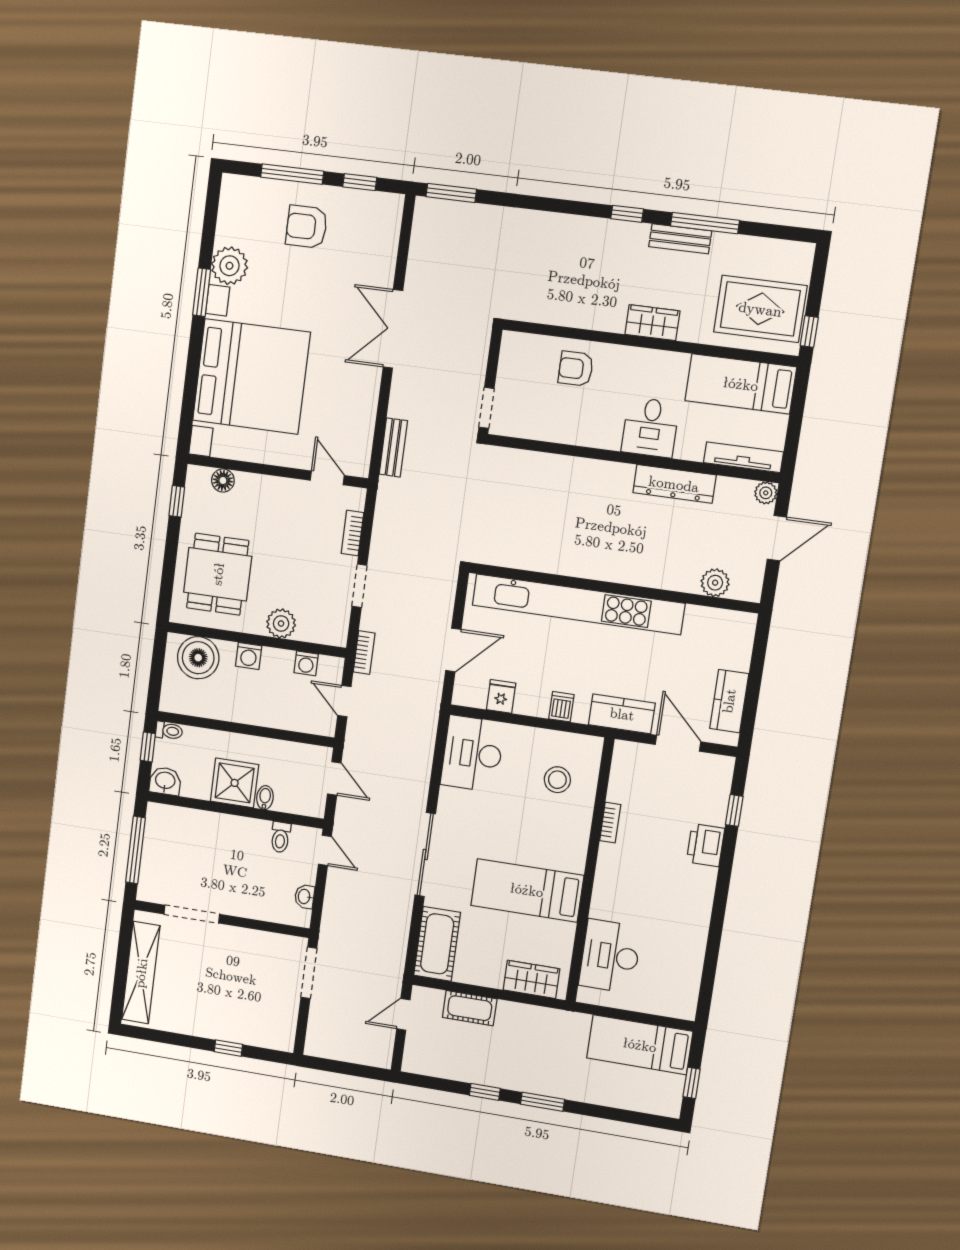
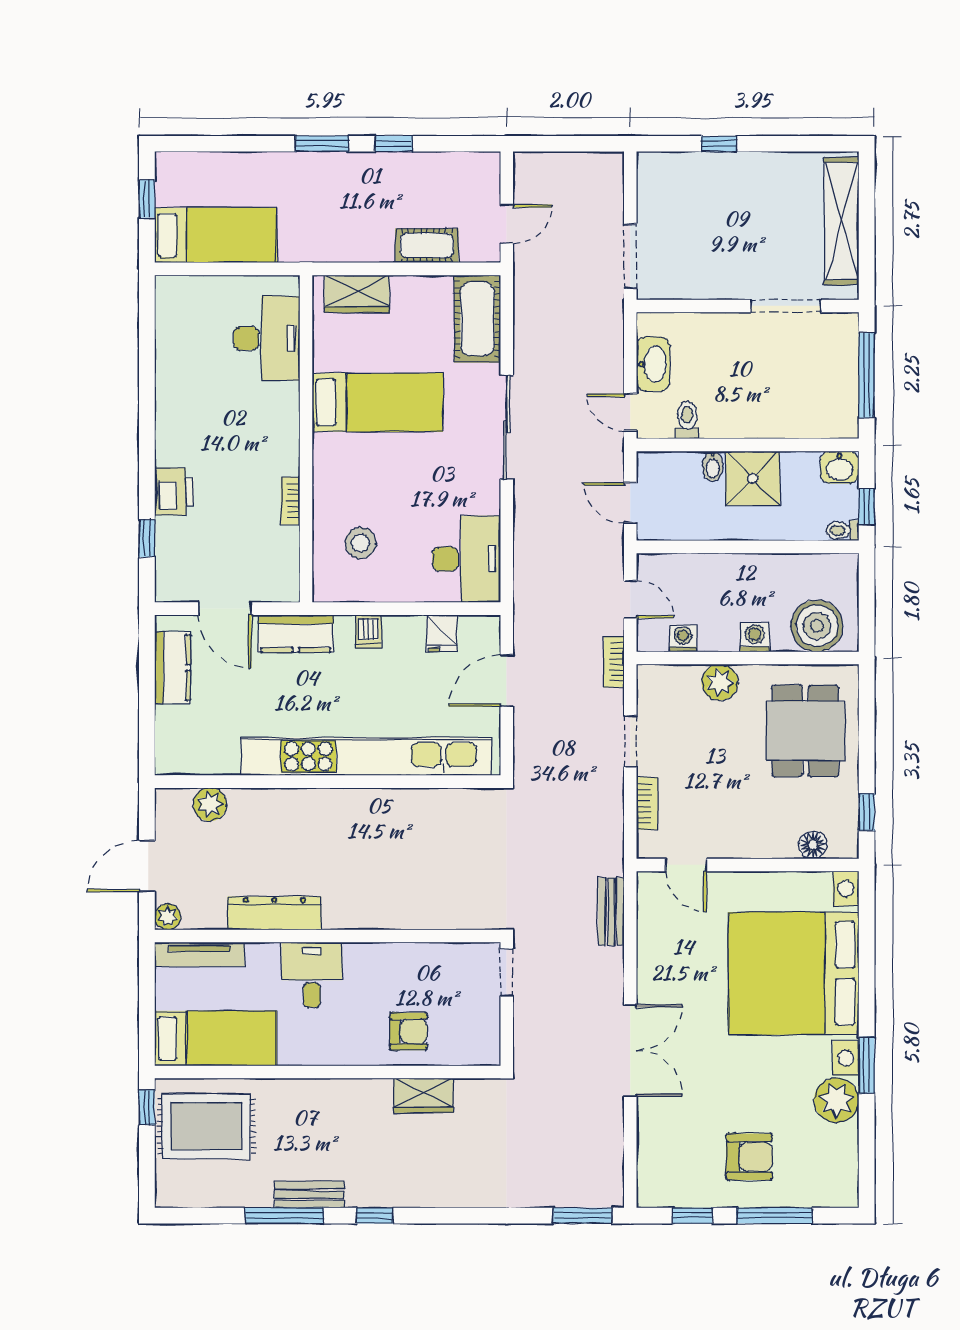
wardrobe: (652, 323) -> (424, 1095), moved
washbasin: (305, 897) -> (653, 364), width x1.91, depth x1.45

